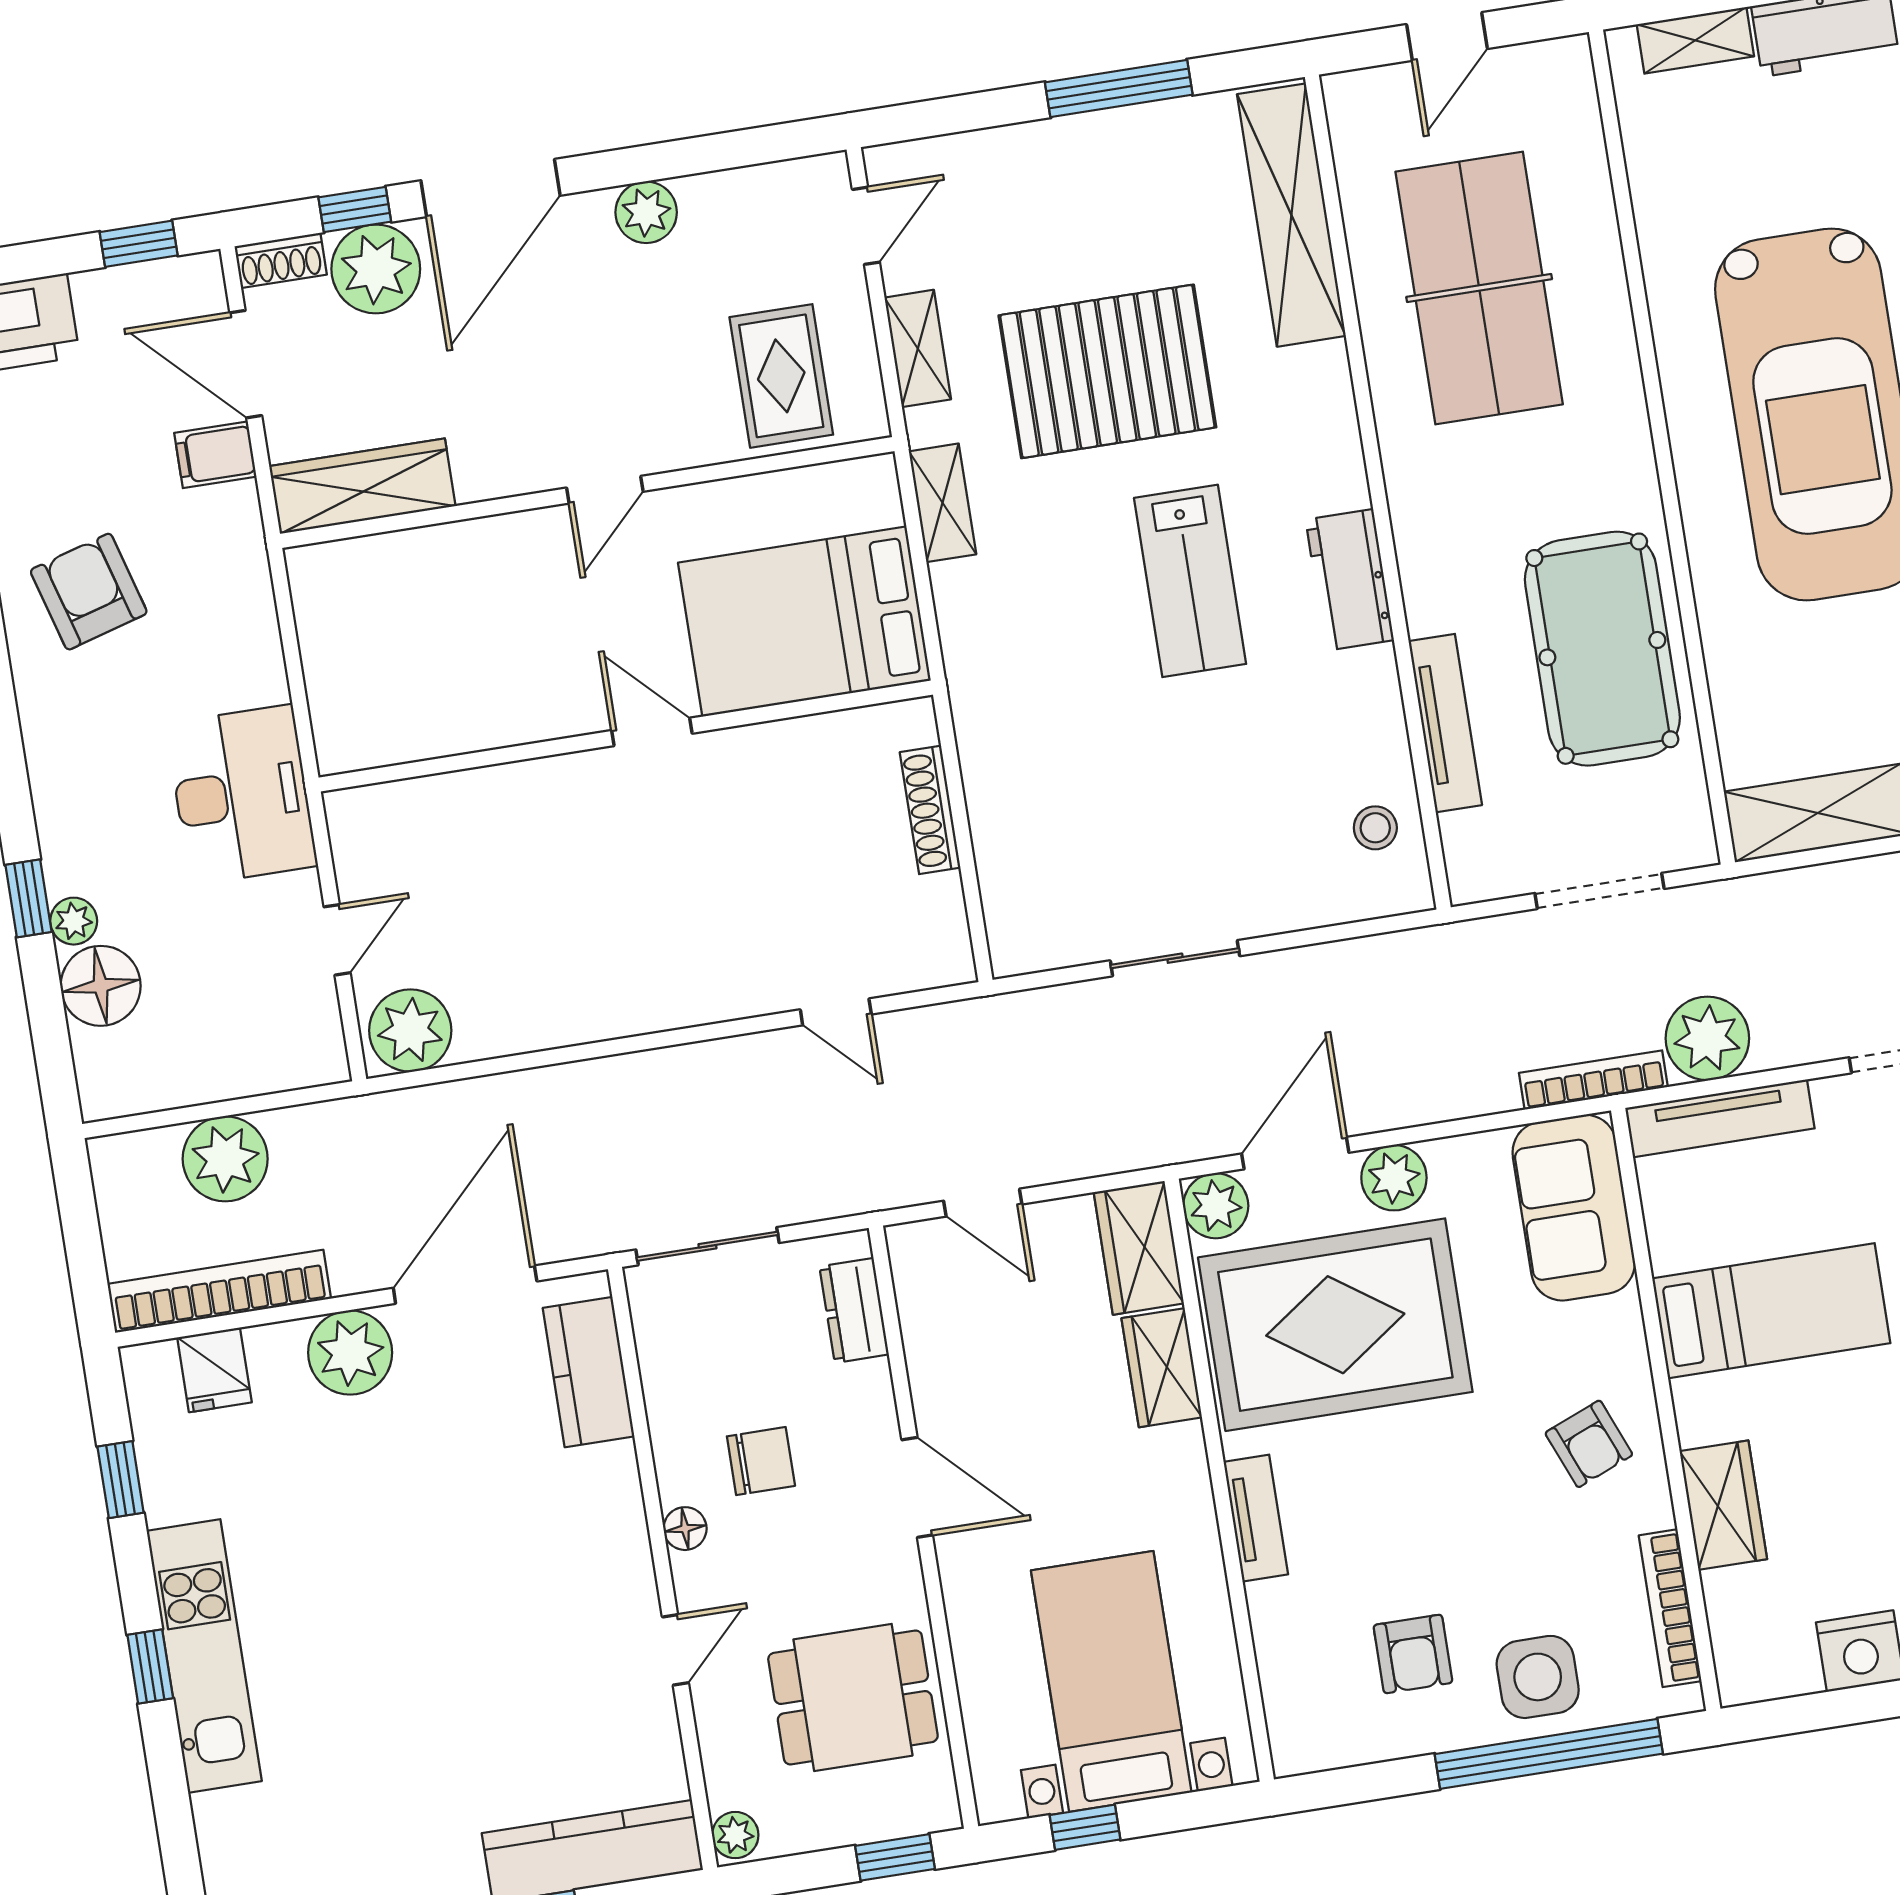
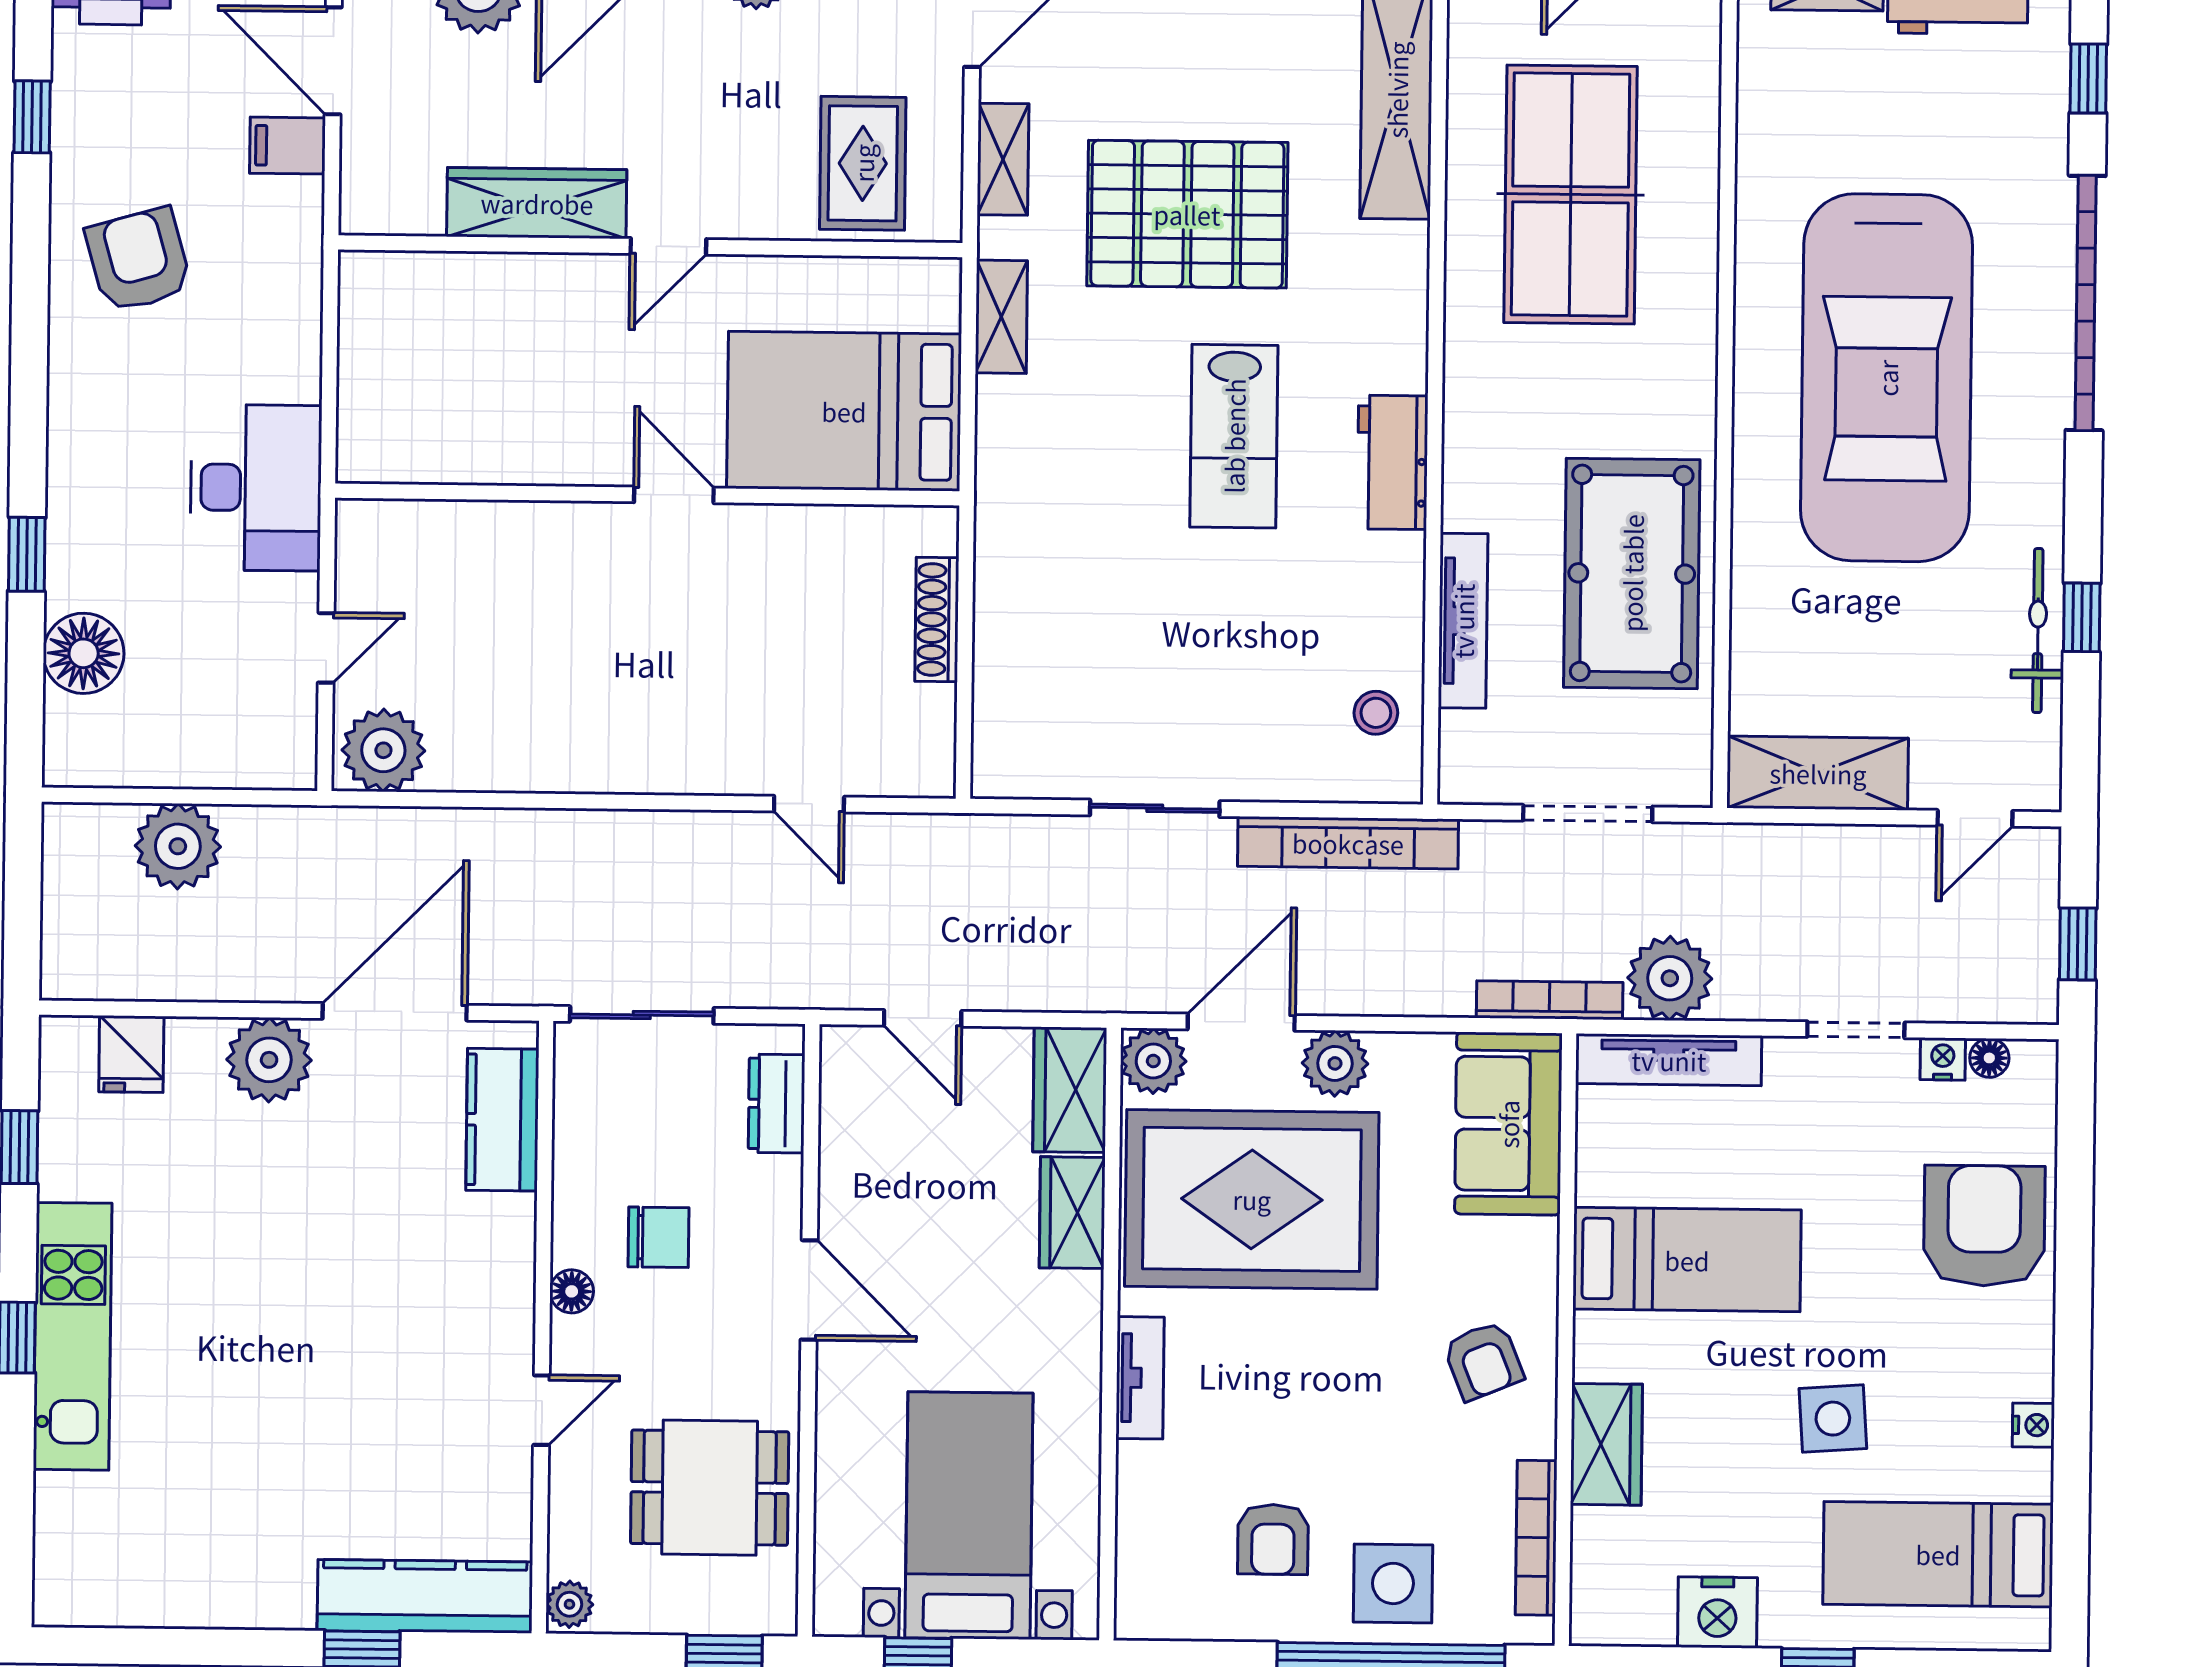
wardrobe: (362, 486) -> (537, 203), moved
plant: (74, 921) -> (68, 585), removed
bookcase: (219, 1291) -> (1348, 843), moved, turned 180

